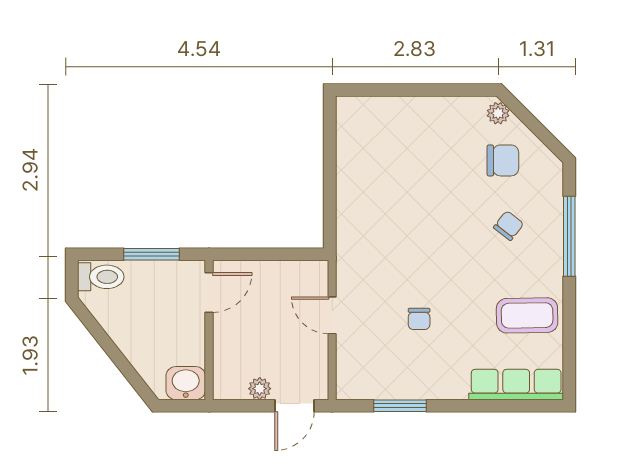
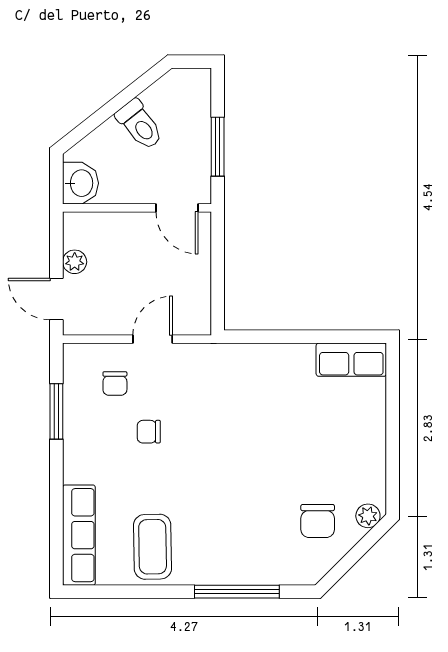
row of seats: (351, 129) -> (351, 360), added
chair: (509, 226) -> (115, 383), moved, turned 52
toilet: (101, 277) -> (140, 125), moved, turned -38

